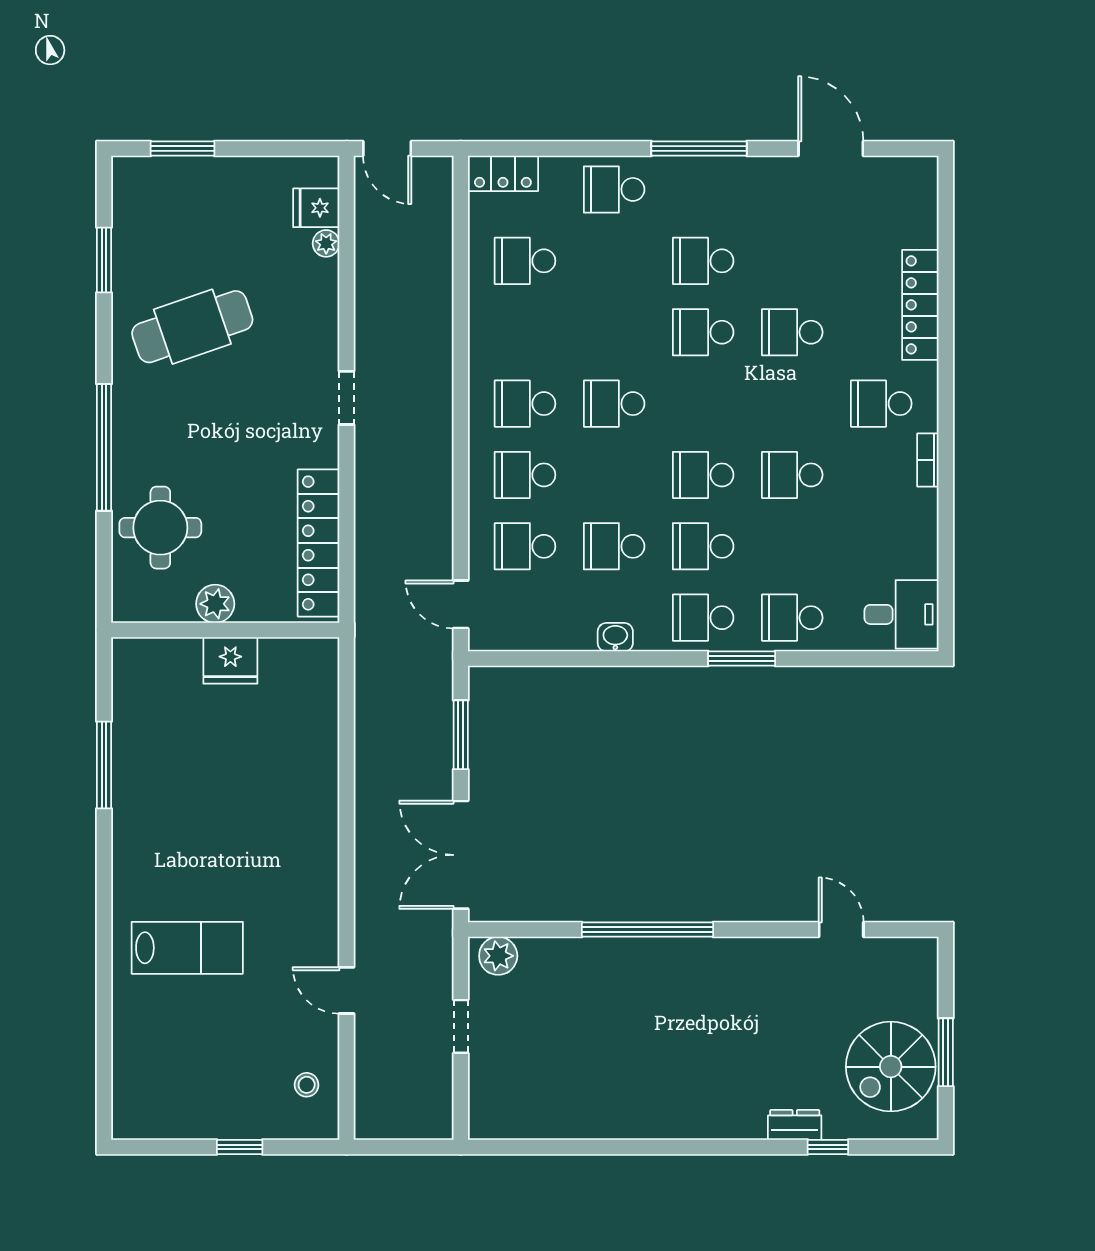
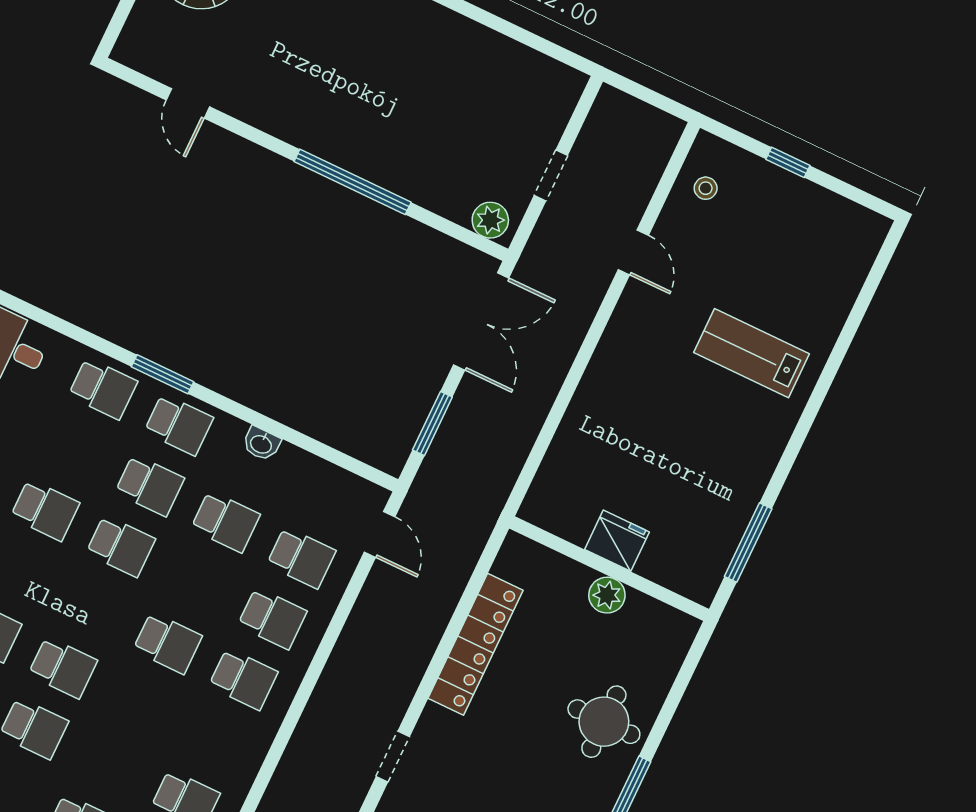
plant: (215, 604) -> (607, 595), moved
wall: (225, 630) -> (609, 569), moved
fridge: (230, 660) -> (617, 541), moved

